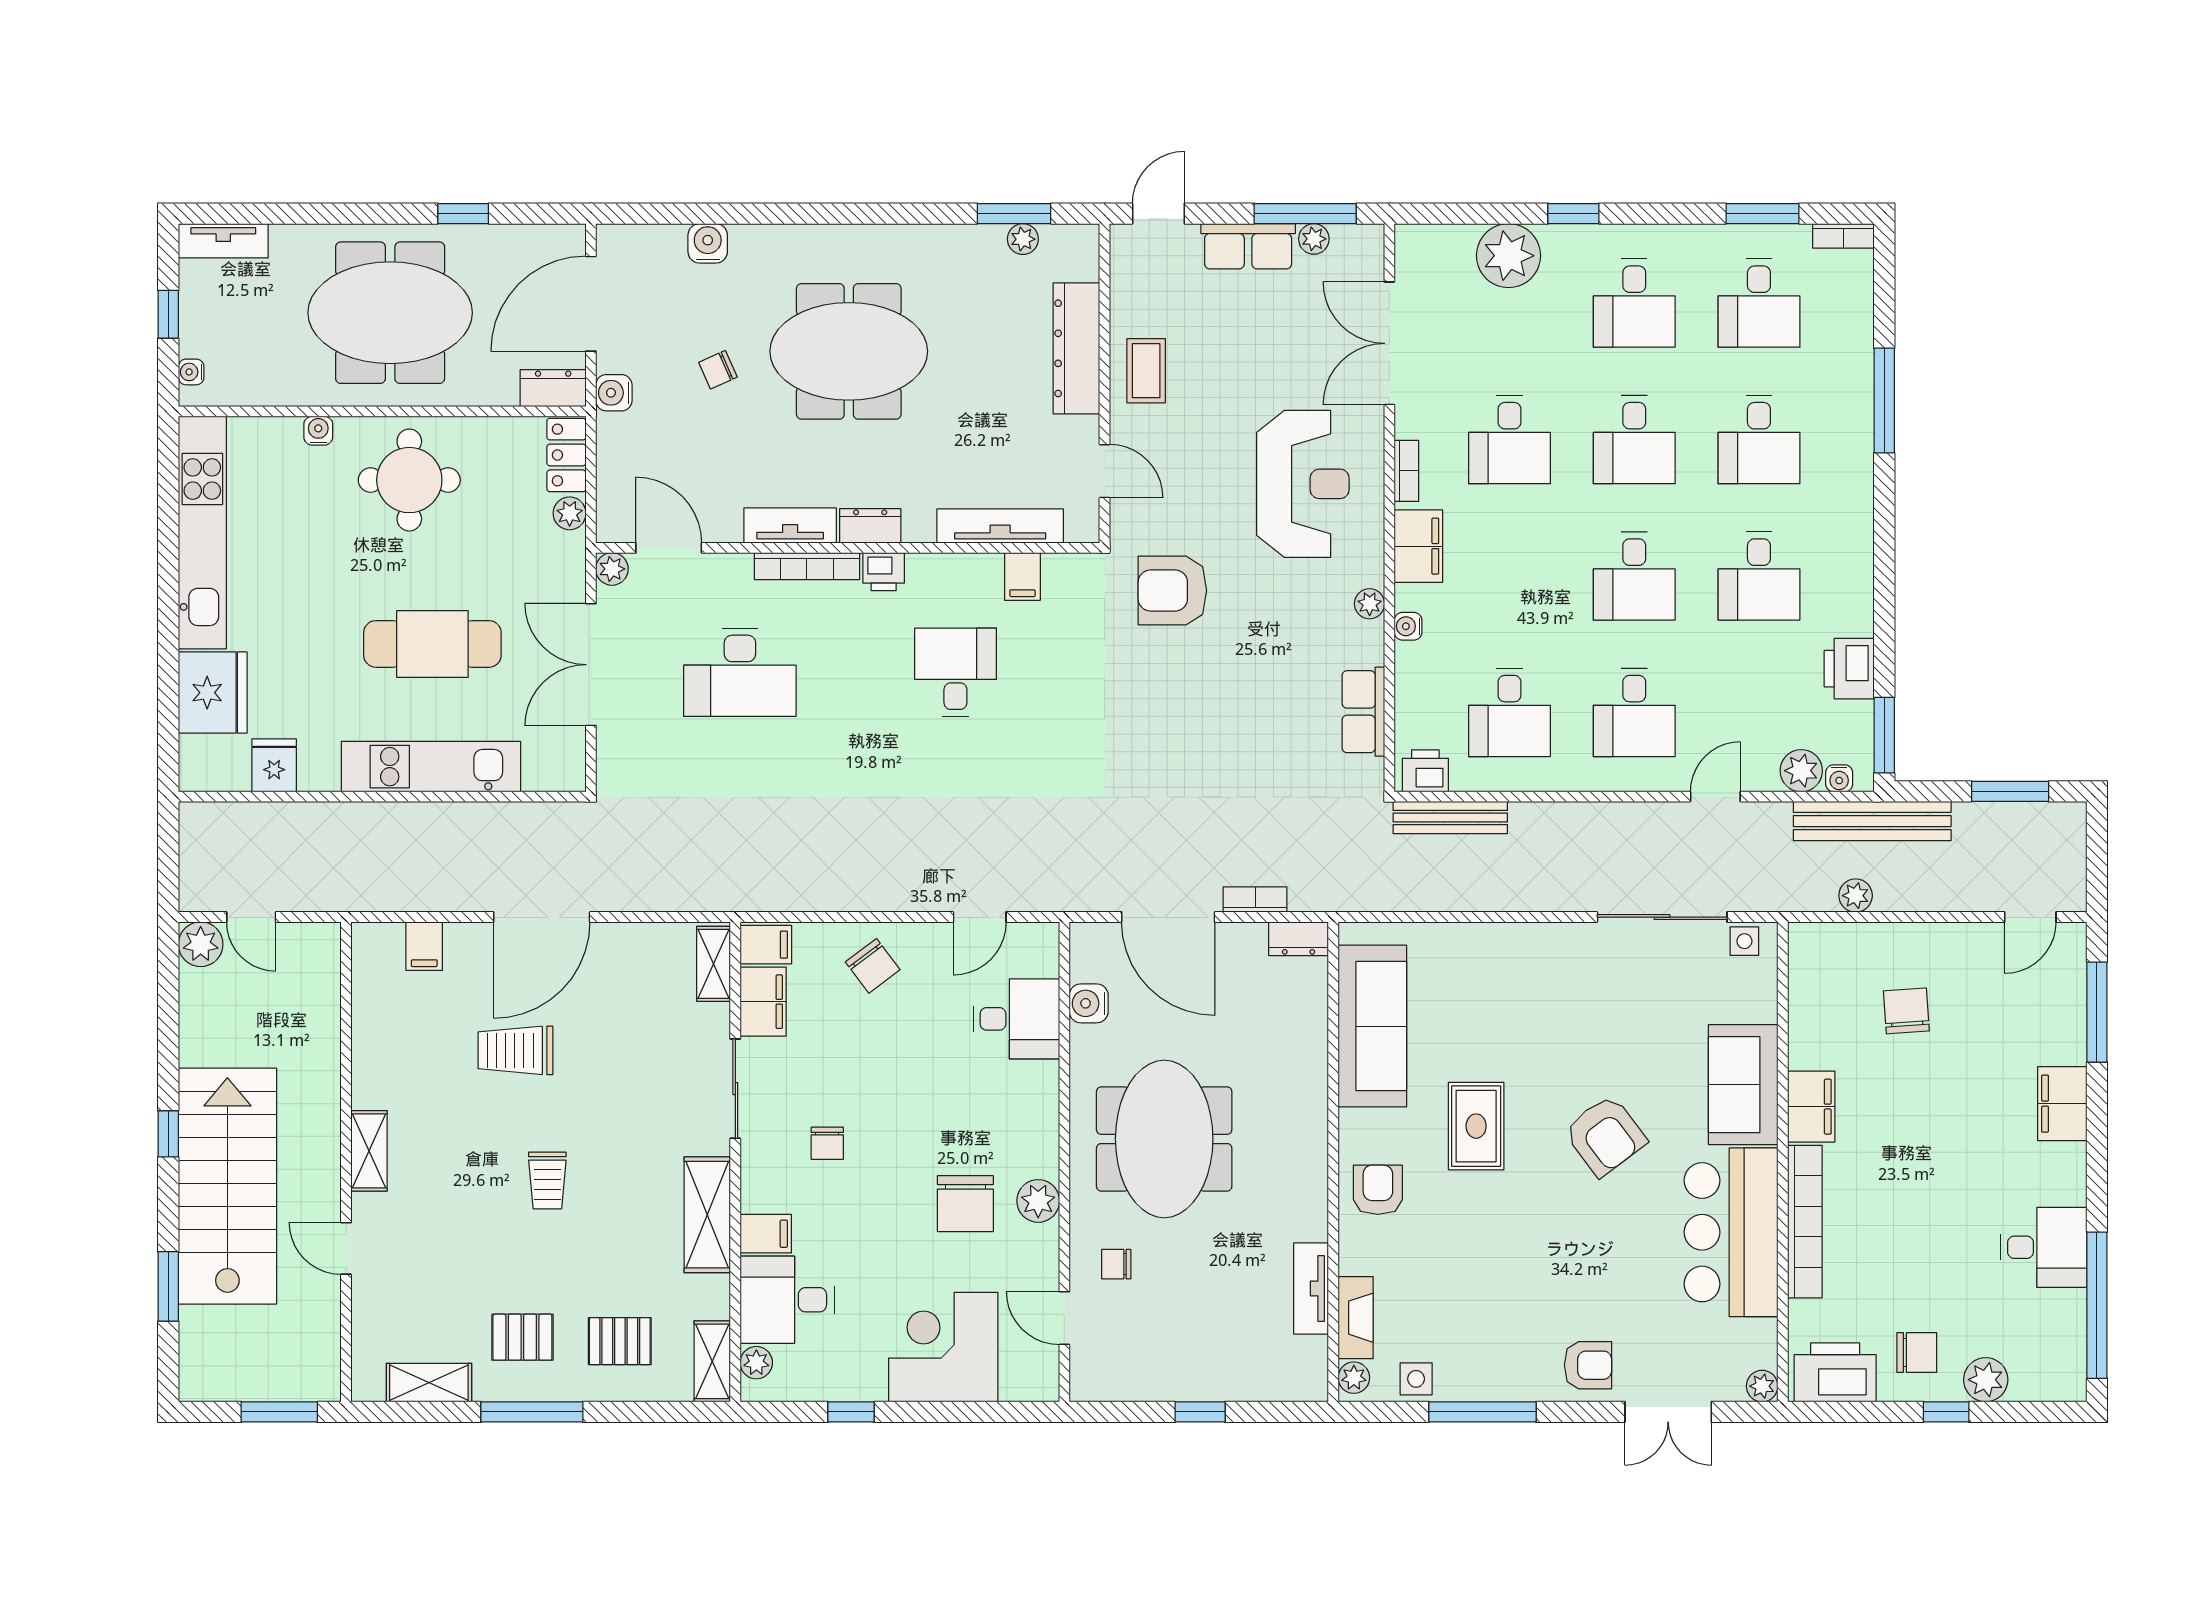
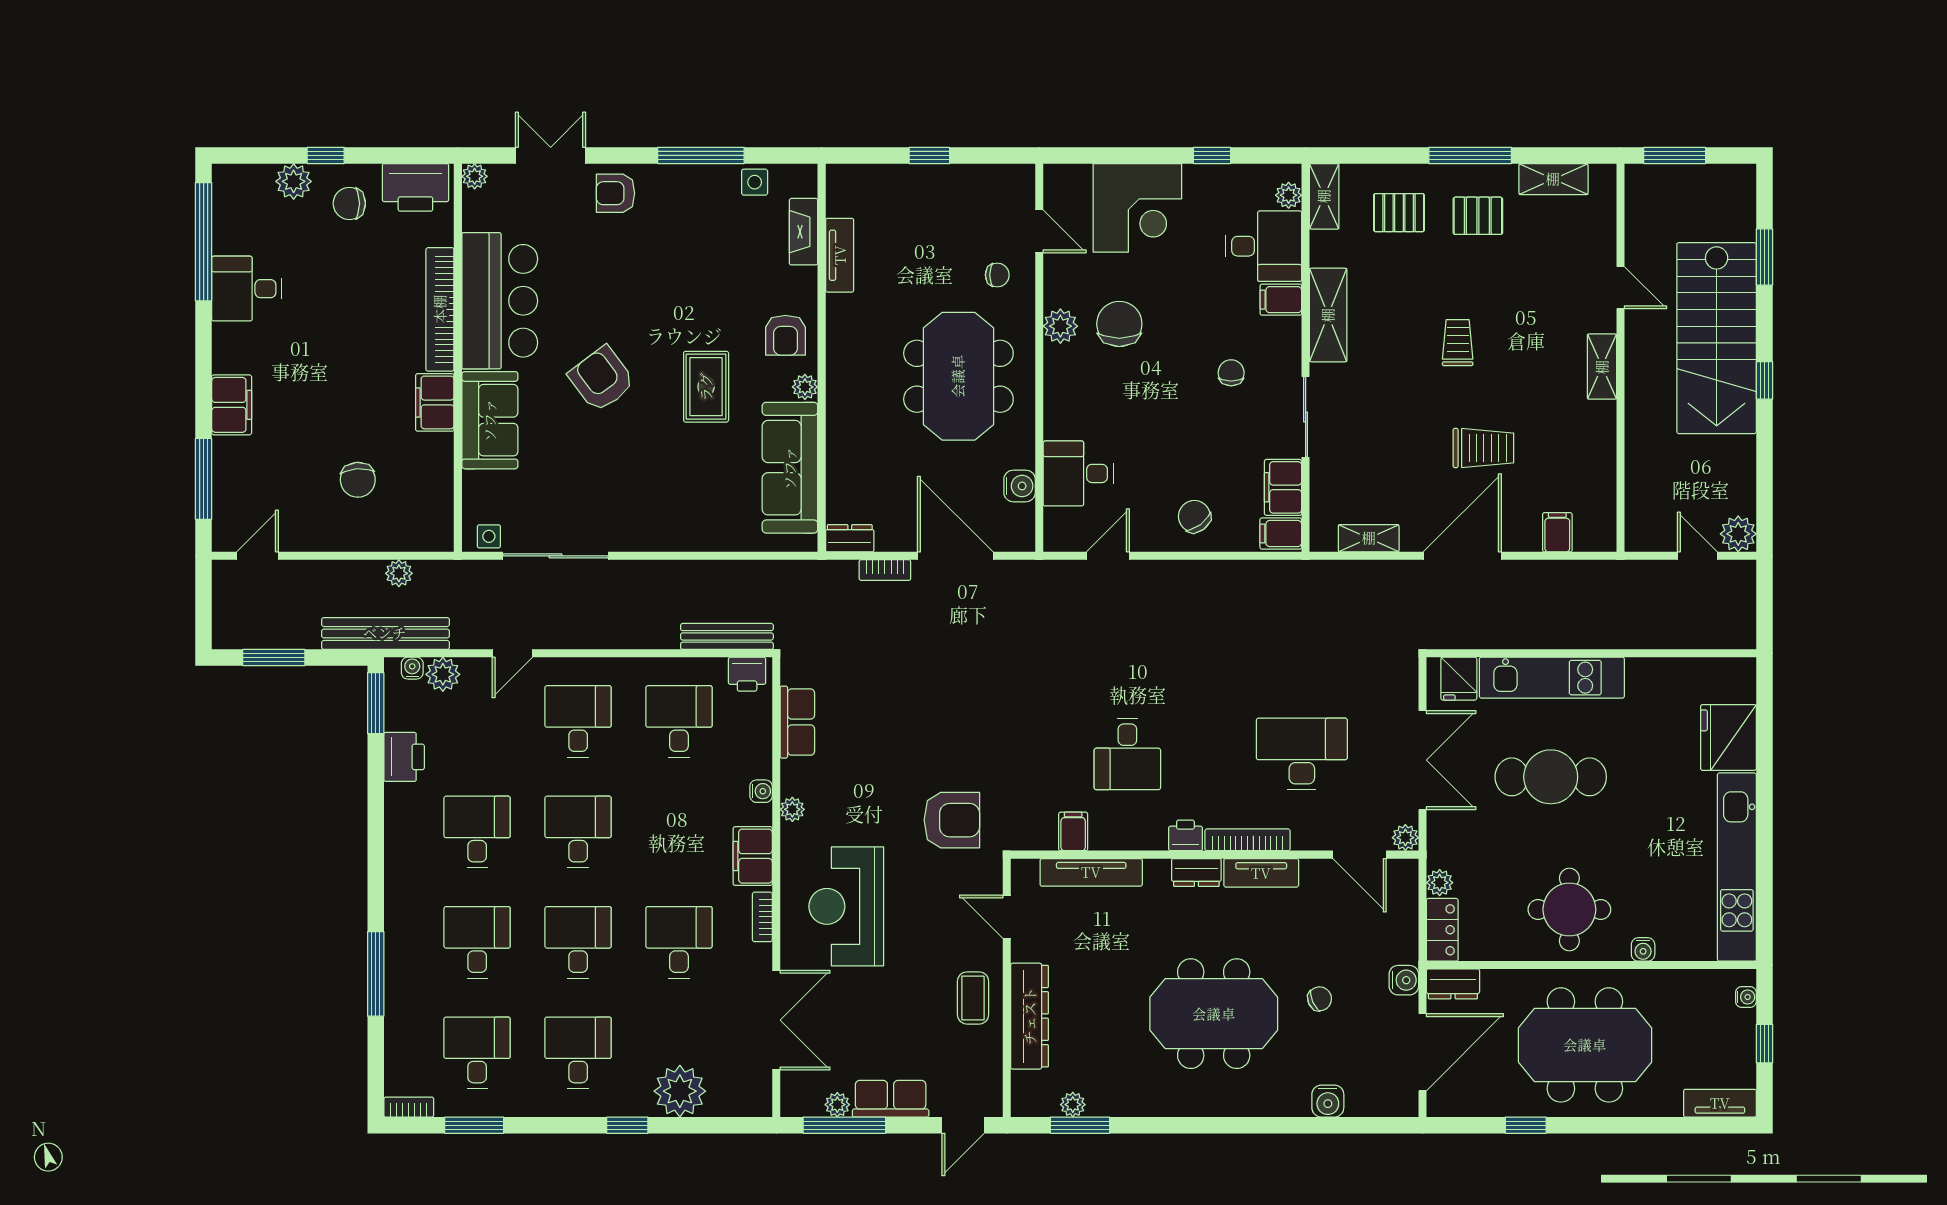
fridge: (274, 765) -> (1459, 679), moved
shelving: (714, 964) -> (1369, 538), moved, turned 90
plant: (1354, 1378) -> (805, 387), moved

